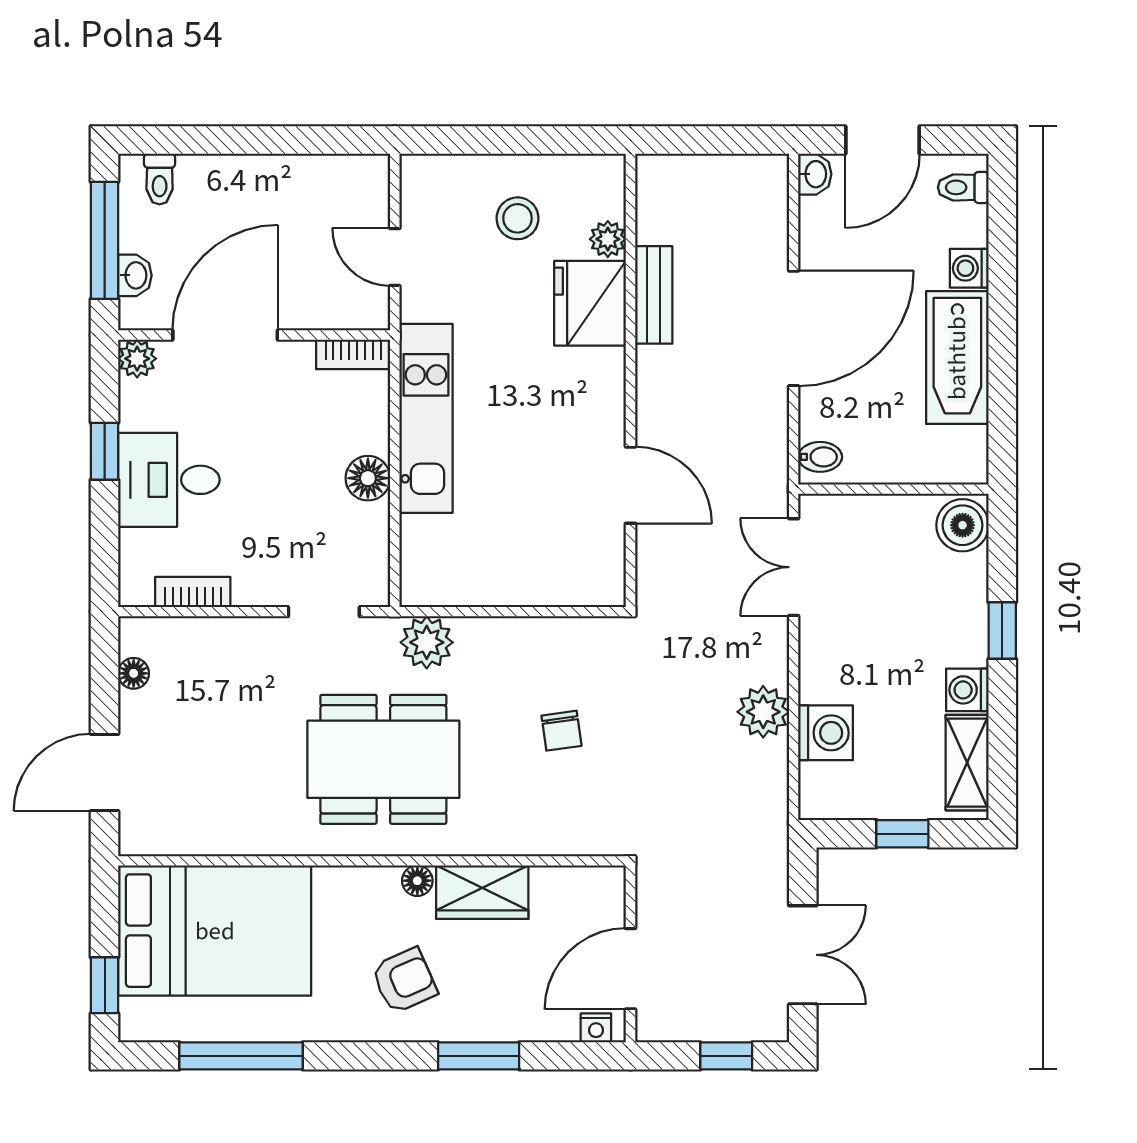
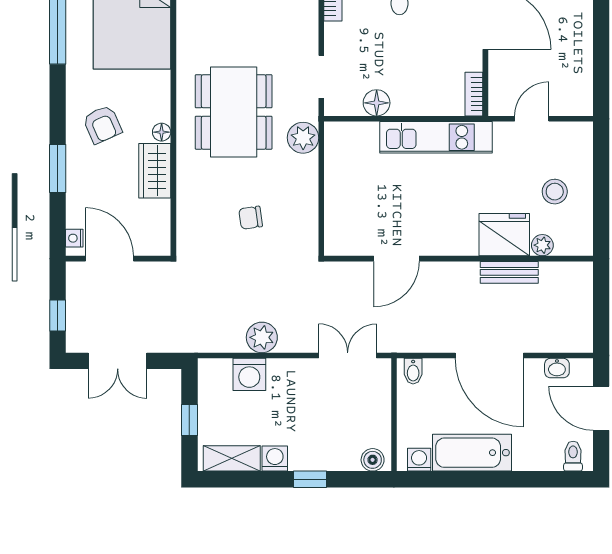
washbasin: (815, 174) -> (557, 368), moved
washing machine: (969, 268) -> (419, 460), moved
floor lamp: (368, 478) -> (377, 103), moved
boiler: (963, 525) -> (373, 460), width x0.73, depth x0.73

